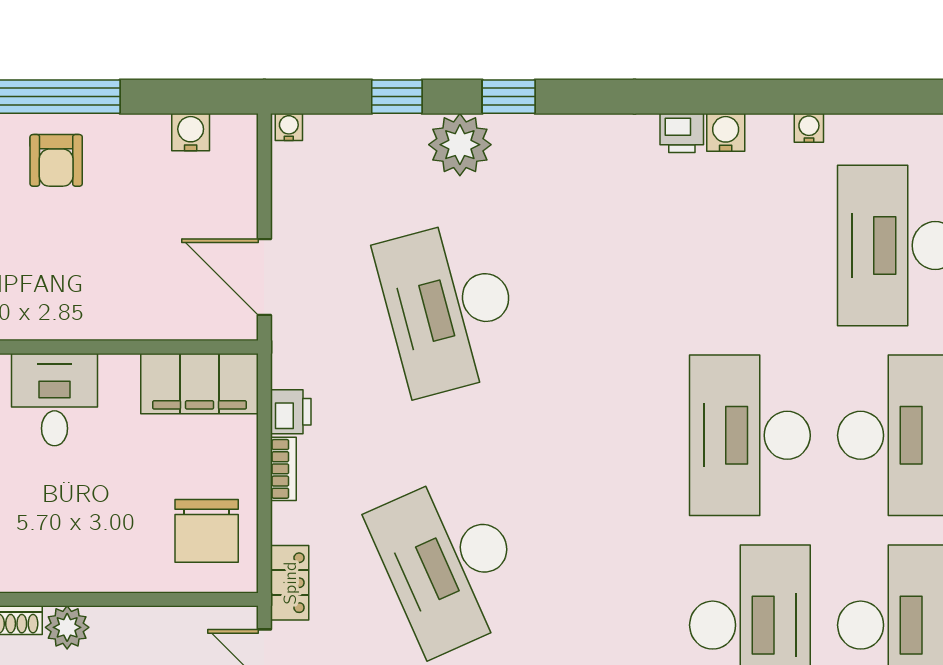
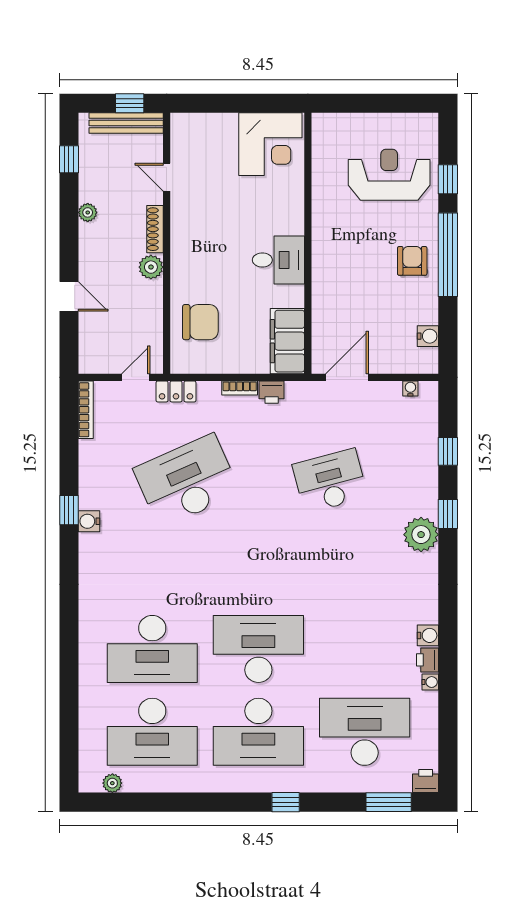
water cooler: (289, 127) -> (410, 388), moved, turned -90
printer: (682, 133) -> (427, 660), moved
plant: (460, 145) -> (421, 535), moved
armchair: (56, 160) -> (412, 261), turned 90
desk: (449, 307) -> (330, 481), width x0.73, depth x0.77
chair: (207, 531) -> (200, 322), moved, turned 180

